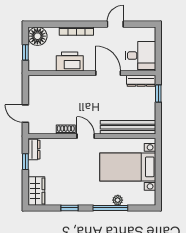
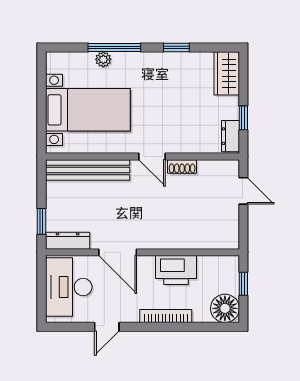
desk: (140, 56) -> (69, 287), width x1.37

